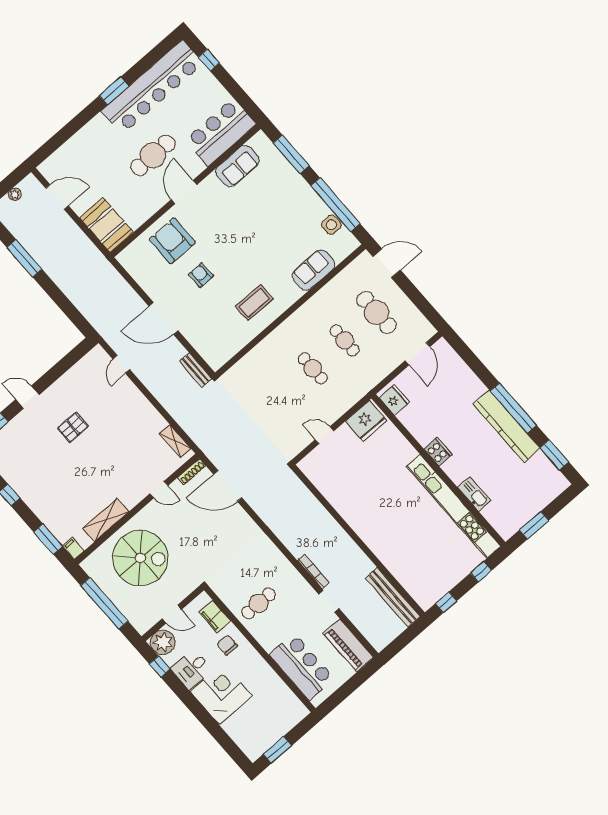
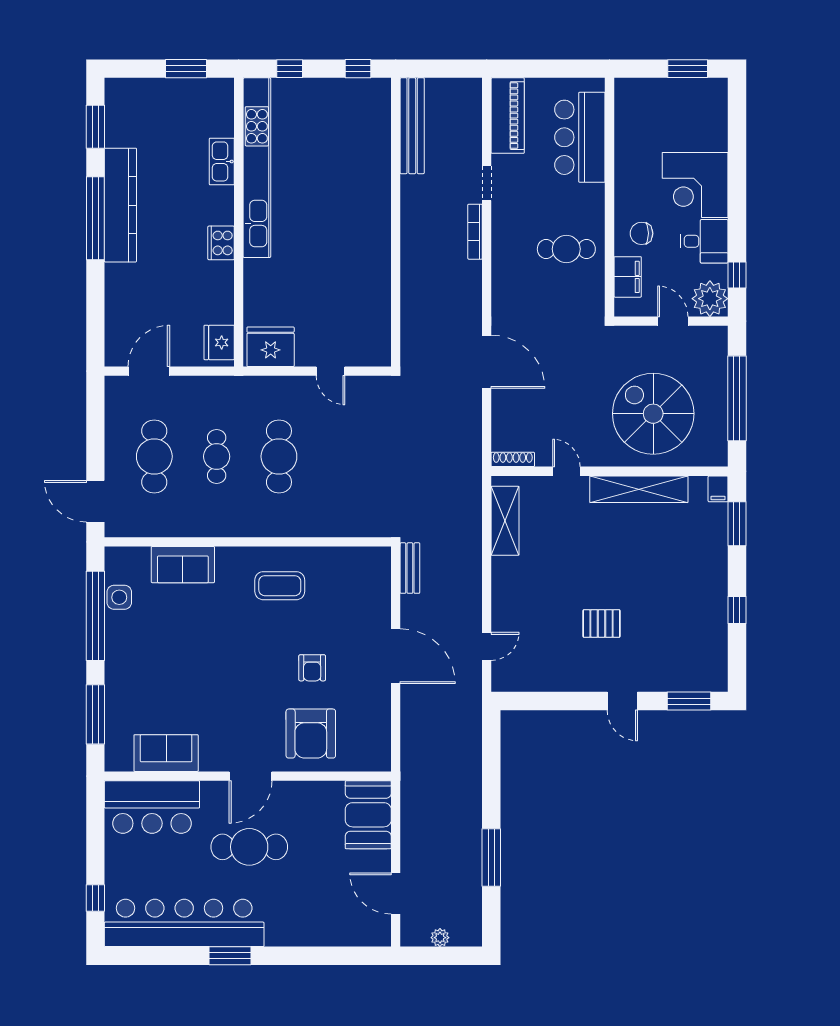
cafe table: (313, 368) -> (279, 456), width x1.37, depth x1.35
shelving: (175, 441) -> (505, 521), width x1.50, depth x1.33
door: (228, 486) -> (487, 362), moved
shelving: (106, 520) -> (639, 489), width x1.47
chair: (227, 645) -> (641, 233), turned 90

